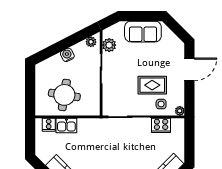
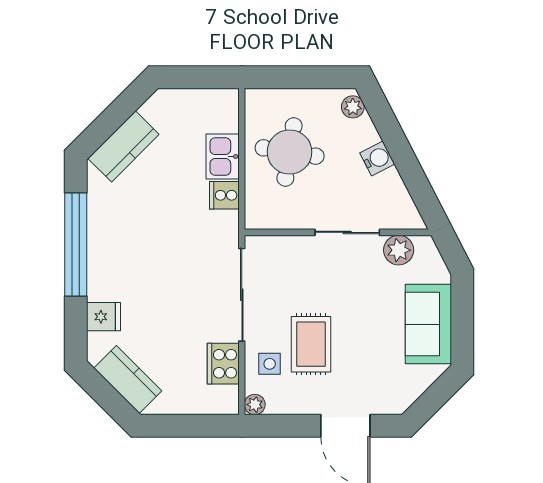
plant: (91, 42) -> (353, 107), moved
cooker: (49, 125) -> (224, 195), moved

